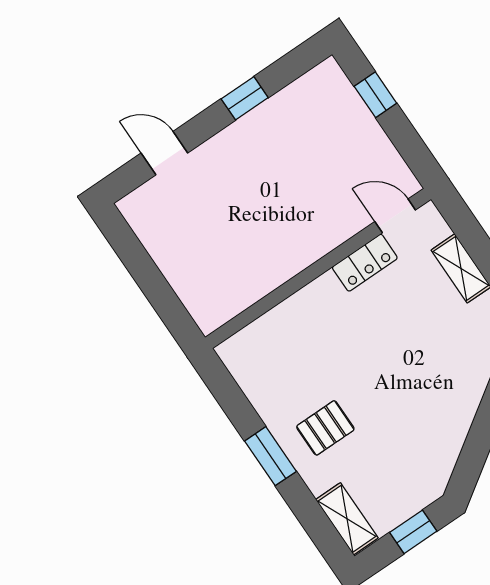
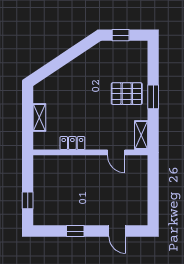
door: (395, 216) -> (116, 152), moved
pallet: (325, 428) -> (127, 94), width x1.50, depth x1.42
shelving: (347, 519) -> (141, 135), moved

